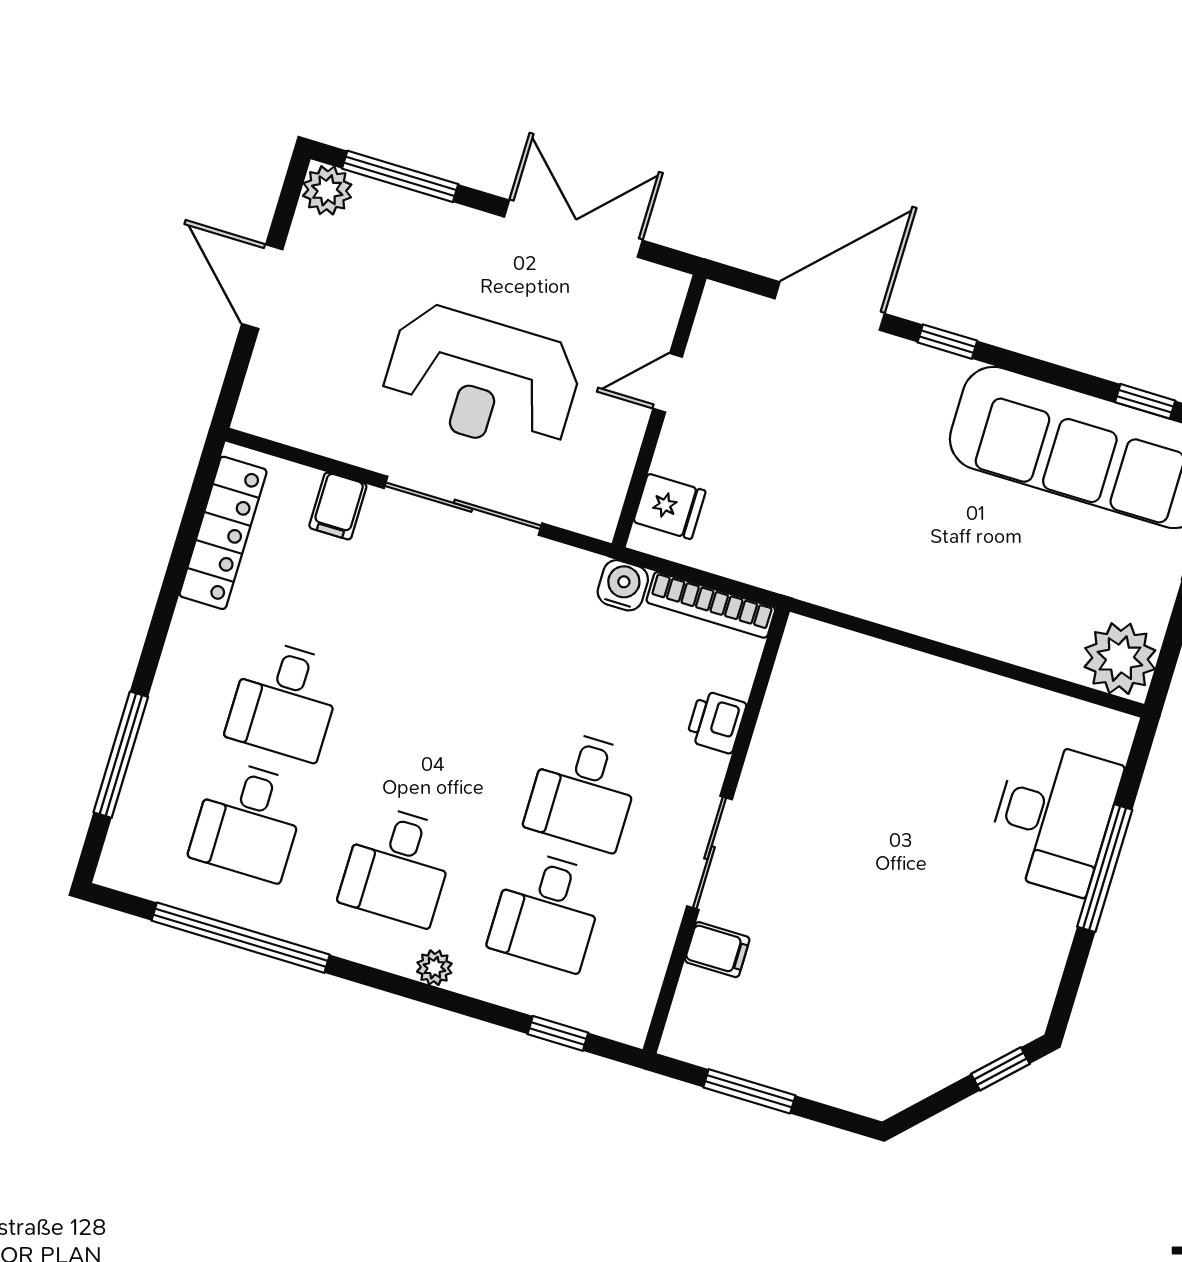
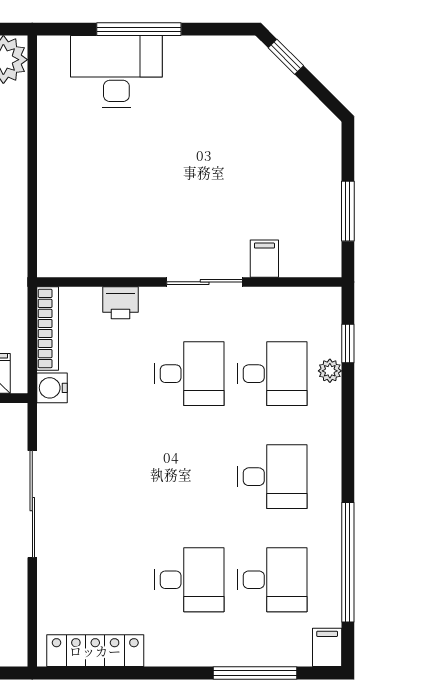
filing cabinet: (338, 506) -> (327, 647), moved, turned -90
plant: (434, 968) -> (330, 371), moved

